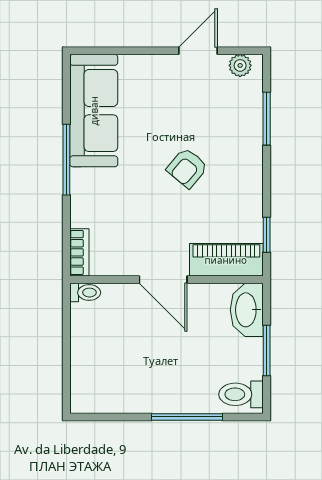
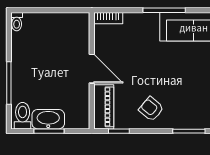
armchair: (187, 168) -> (151, 109), moved
door: (163, 280) -> (92, 69), swing flipped
toilet: (85, 293) -> (17, 22), moved
washbasin: (247, 310) -> (48, 119), moved

